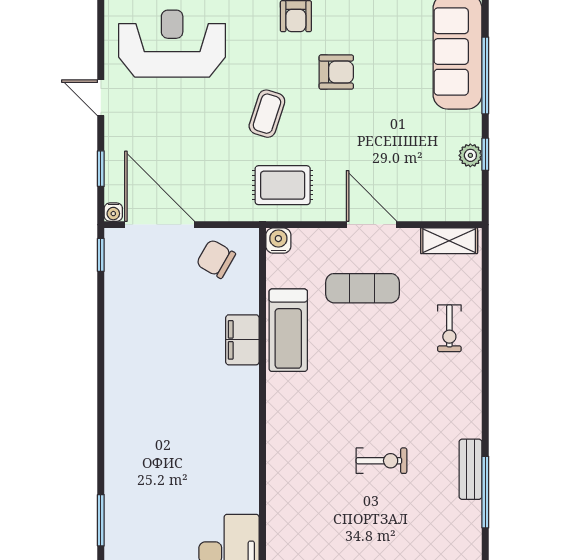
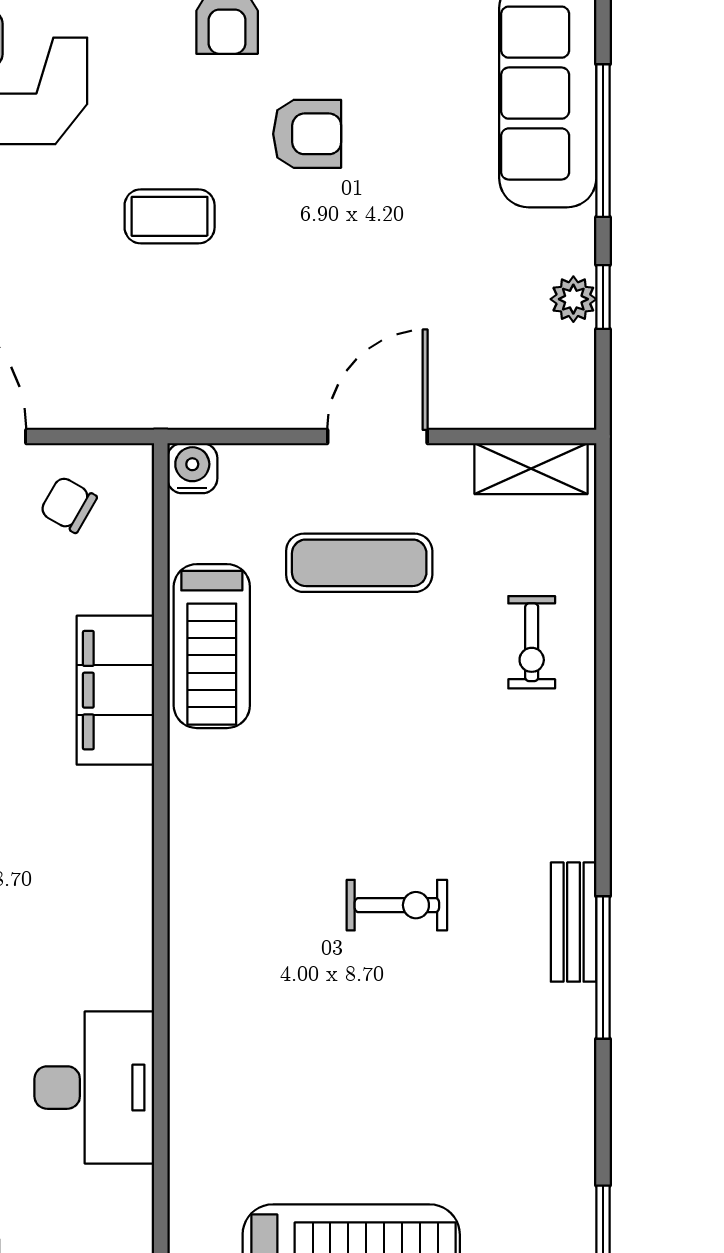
coffee table: (267, 114) -> (170, 216), turned 72
rug: (283, 185) -> (201, 358), removed
door: (372, 225) -> (377, 437), hinge flipped
chair: (216, 259) -> (68, 505), width x0.73, depth x0.73
filing cabinet: (242, 340) -> (115, 690), width x1.50, depth x1.17

